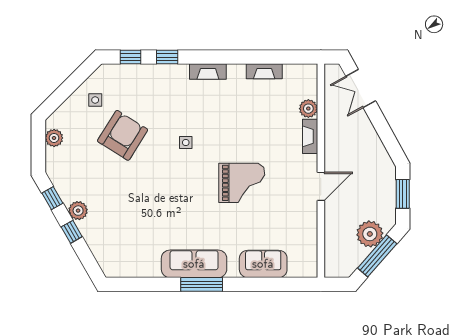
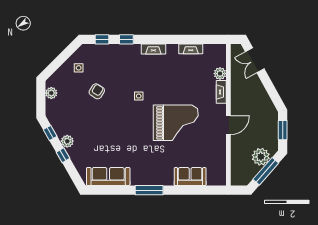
armchair: (123, 135) -> (97, 91), width x0.53, depth x0.53
grand piano: (242, 183) -> (176, 123), width x1.37, depth x1.48
sofa: (194, 264) -> (108, 177), moved

